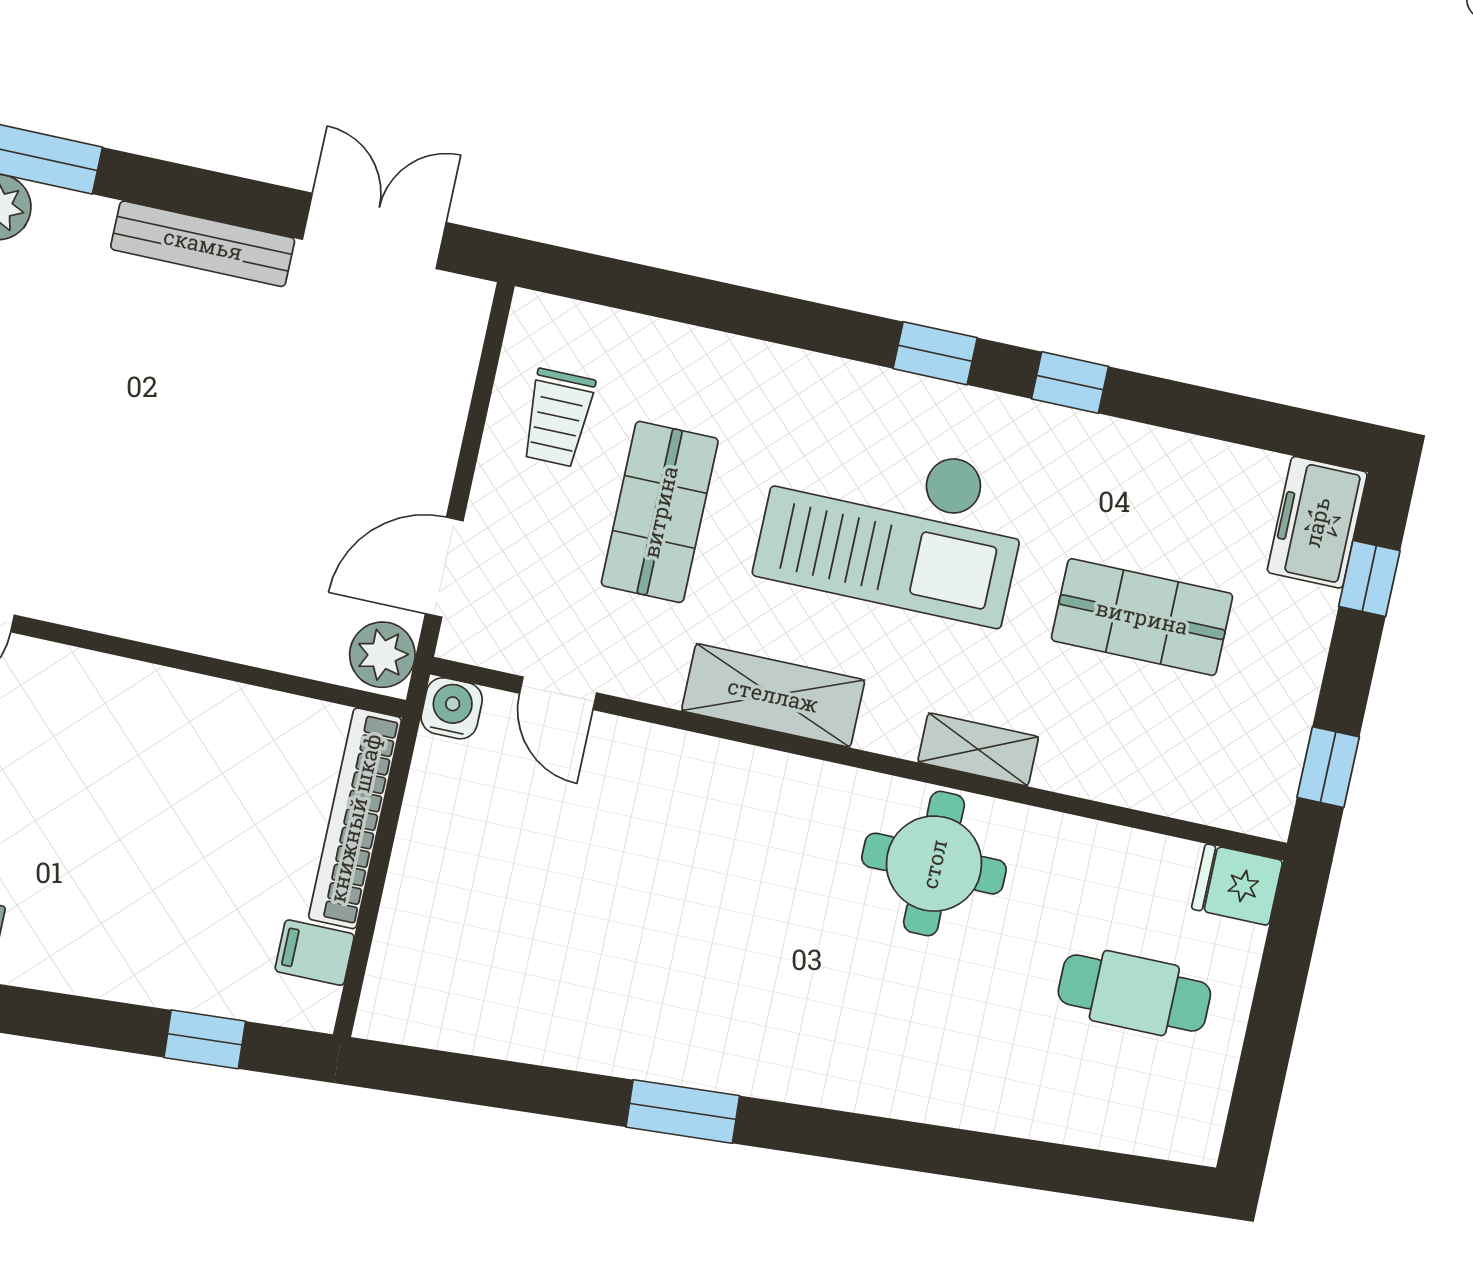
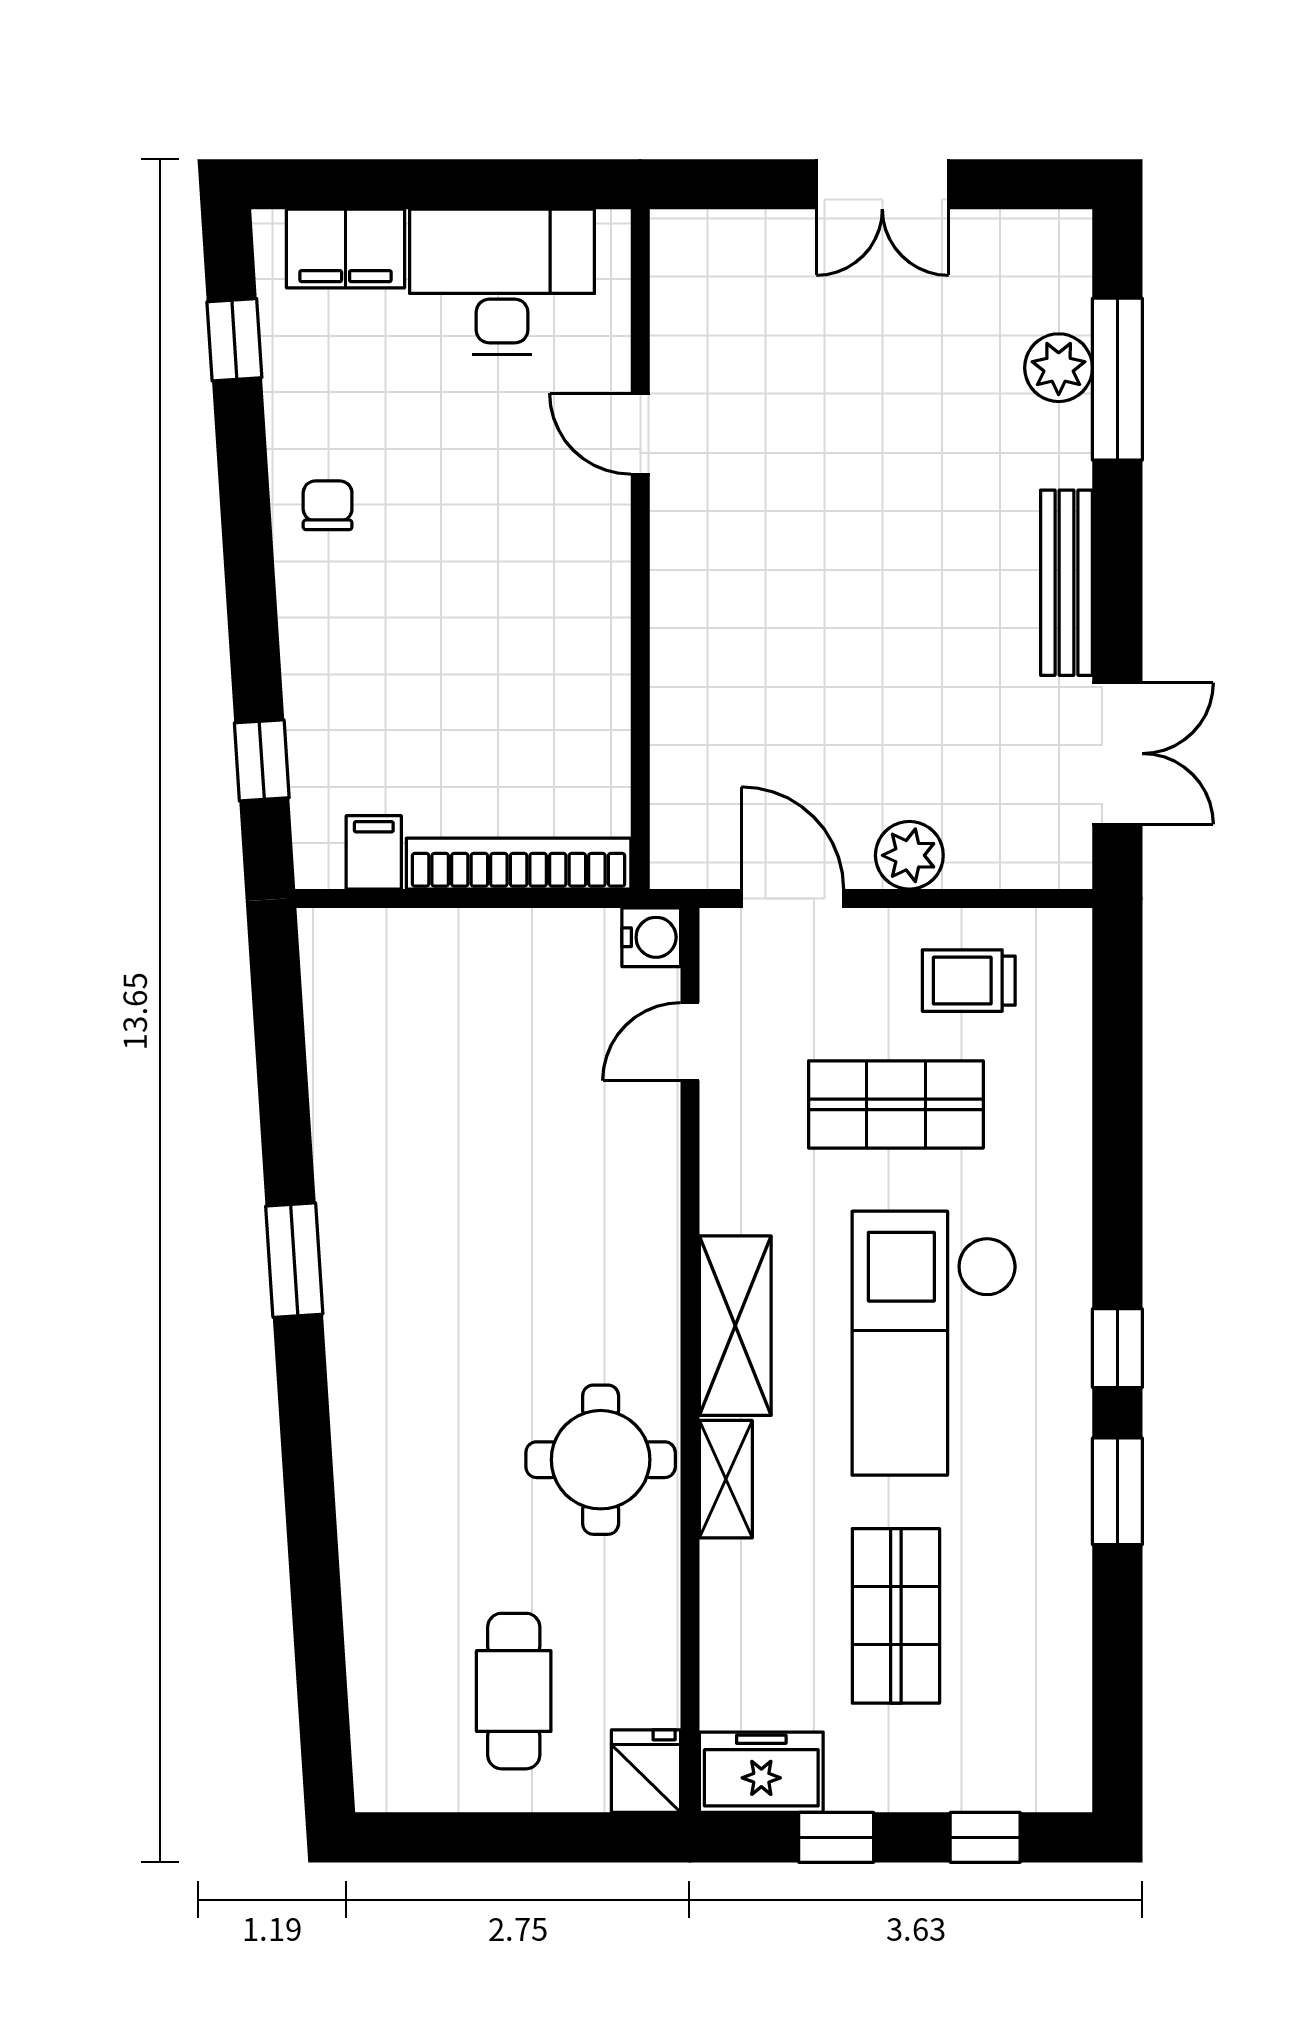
window: (1070, 383) -> (1117, 1491), width x1.50
freezer: (1317, 522) -> (761, 1772), moved
plant: (382, 655) -> (909, 855), moved
shelving: (773, 695) -> (735, 1326), moved
window: (1328, 767) -> (836, 1837), moved

